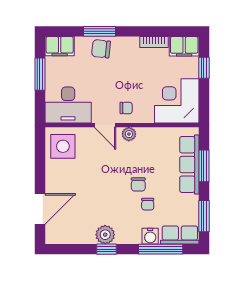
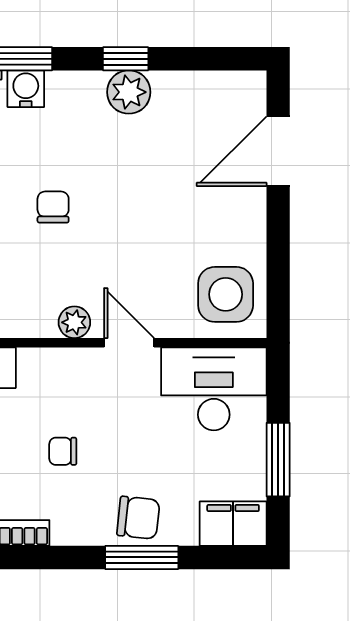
chair: (126, 108) -> (63, 451), moved
chair: (148, 204) -> (31, 162), removed

